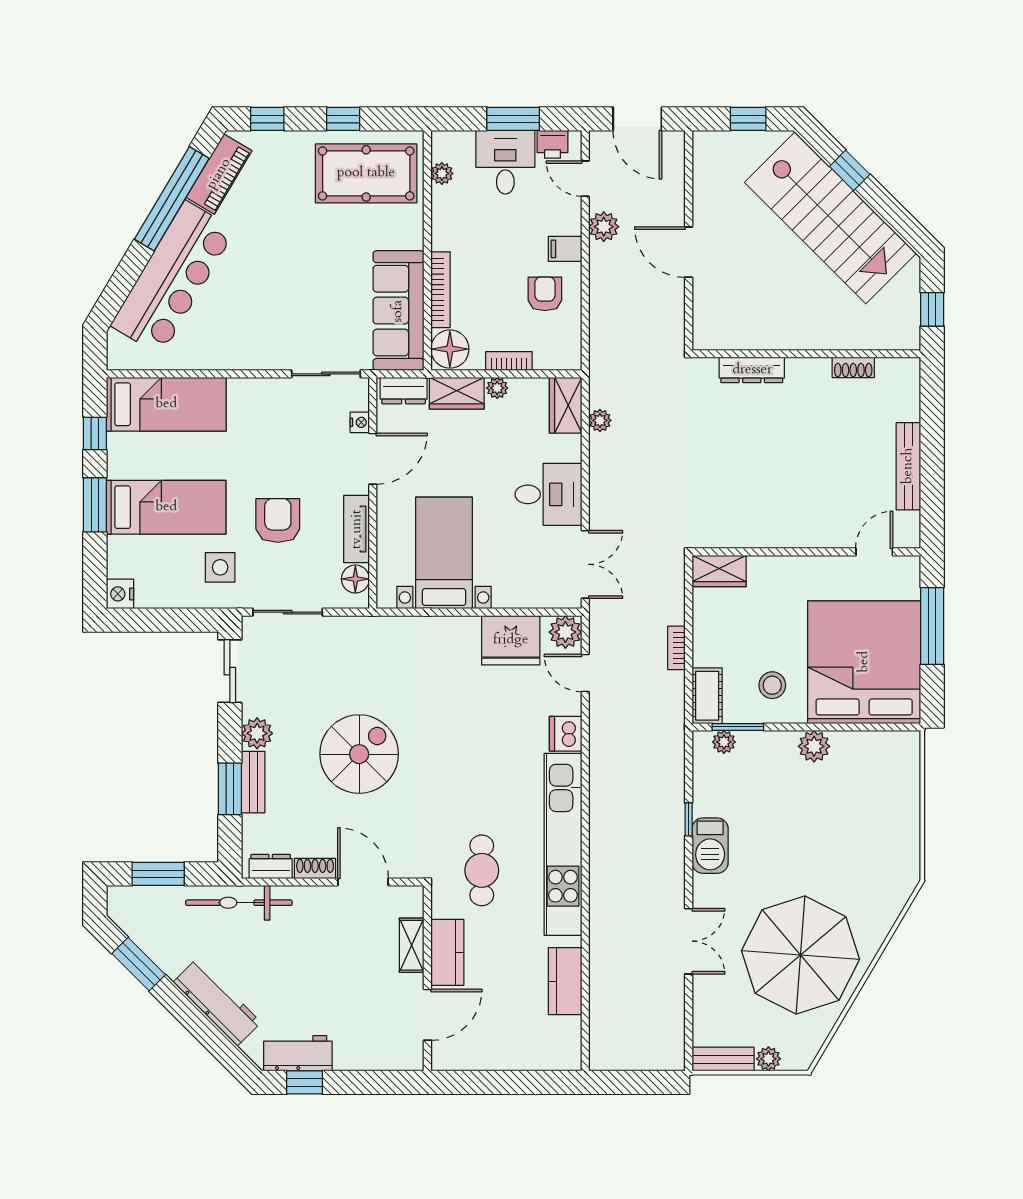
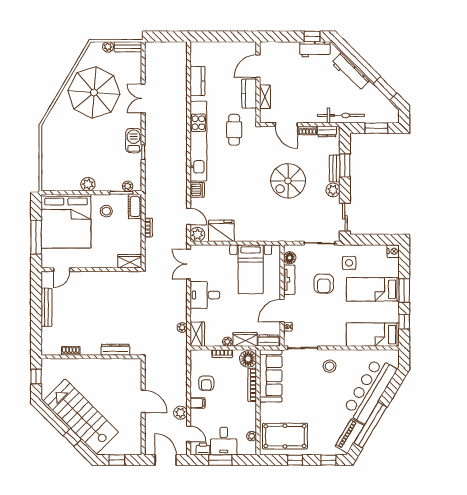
stool: (265, 332) -> (330, 366), added

